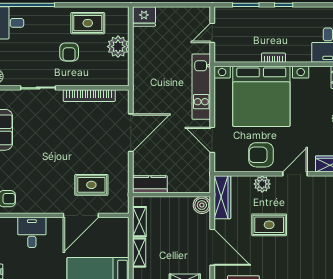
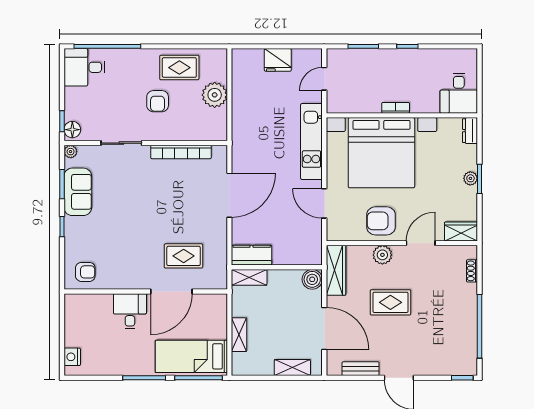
fridge: (144, 17) -> (278, 60), moved
shelving: (139, 222) -> (249, 277), moved, turned 90
desk: (32, 232) -> (130, 311), moved

